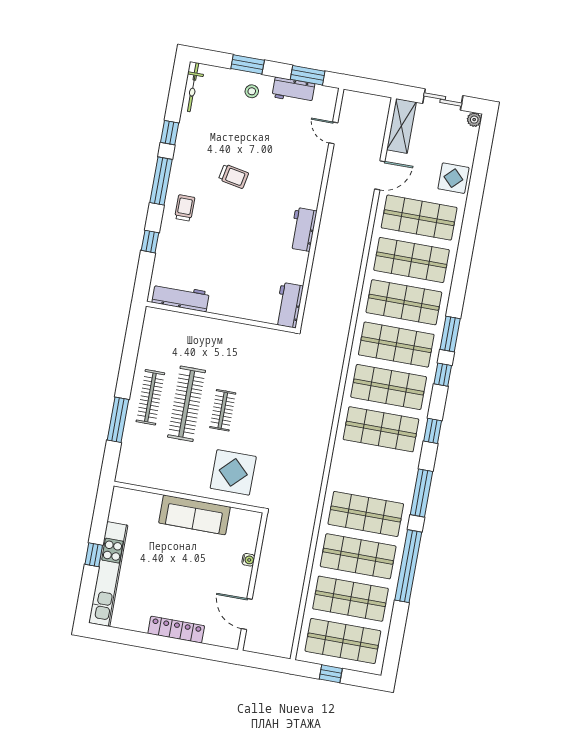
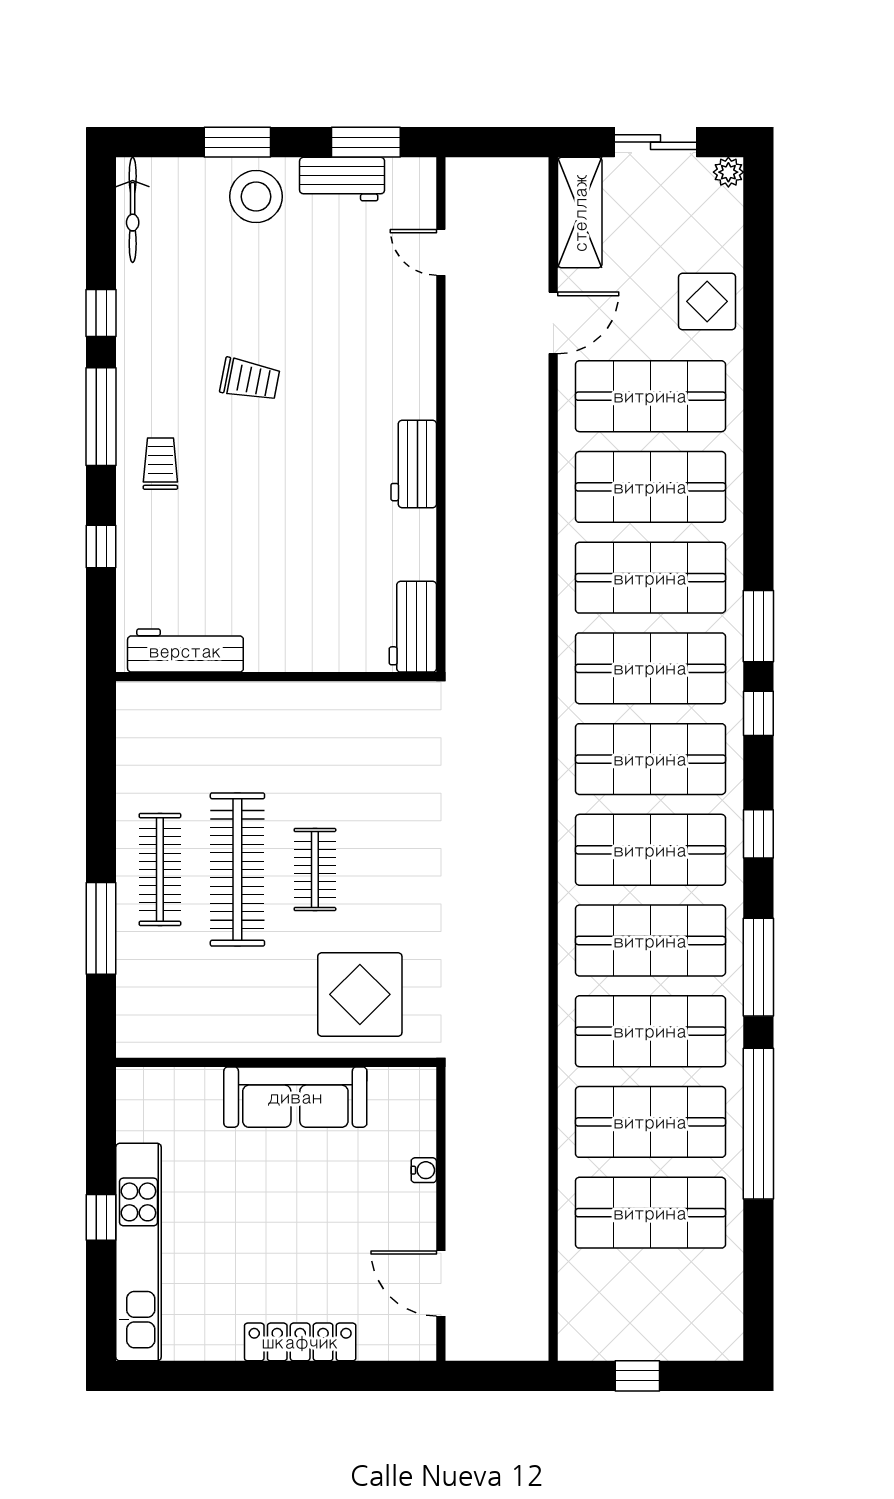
stool: (252, 91) -> (256, 197), width x1.89, depth x1.89
shop shelf: (343, 641) -> (650, 941), moved

